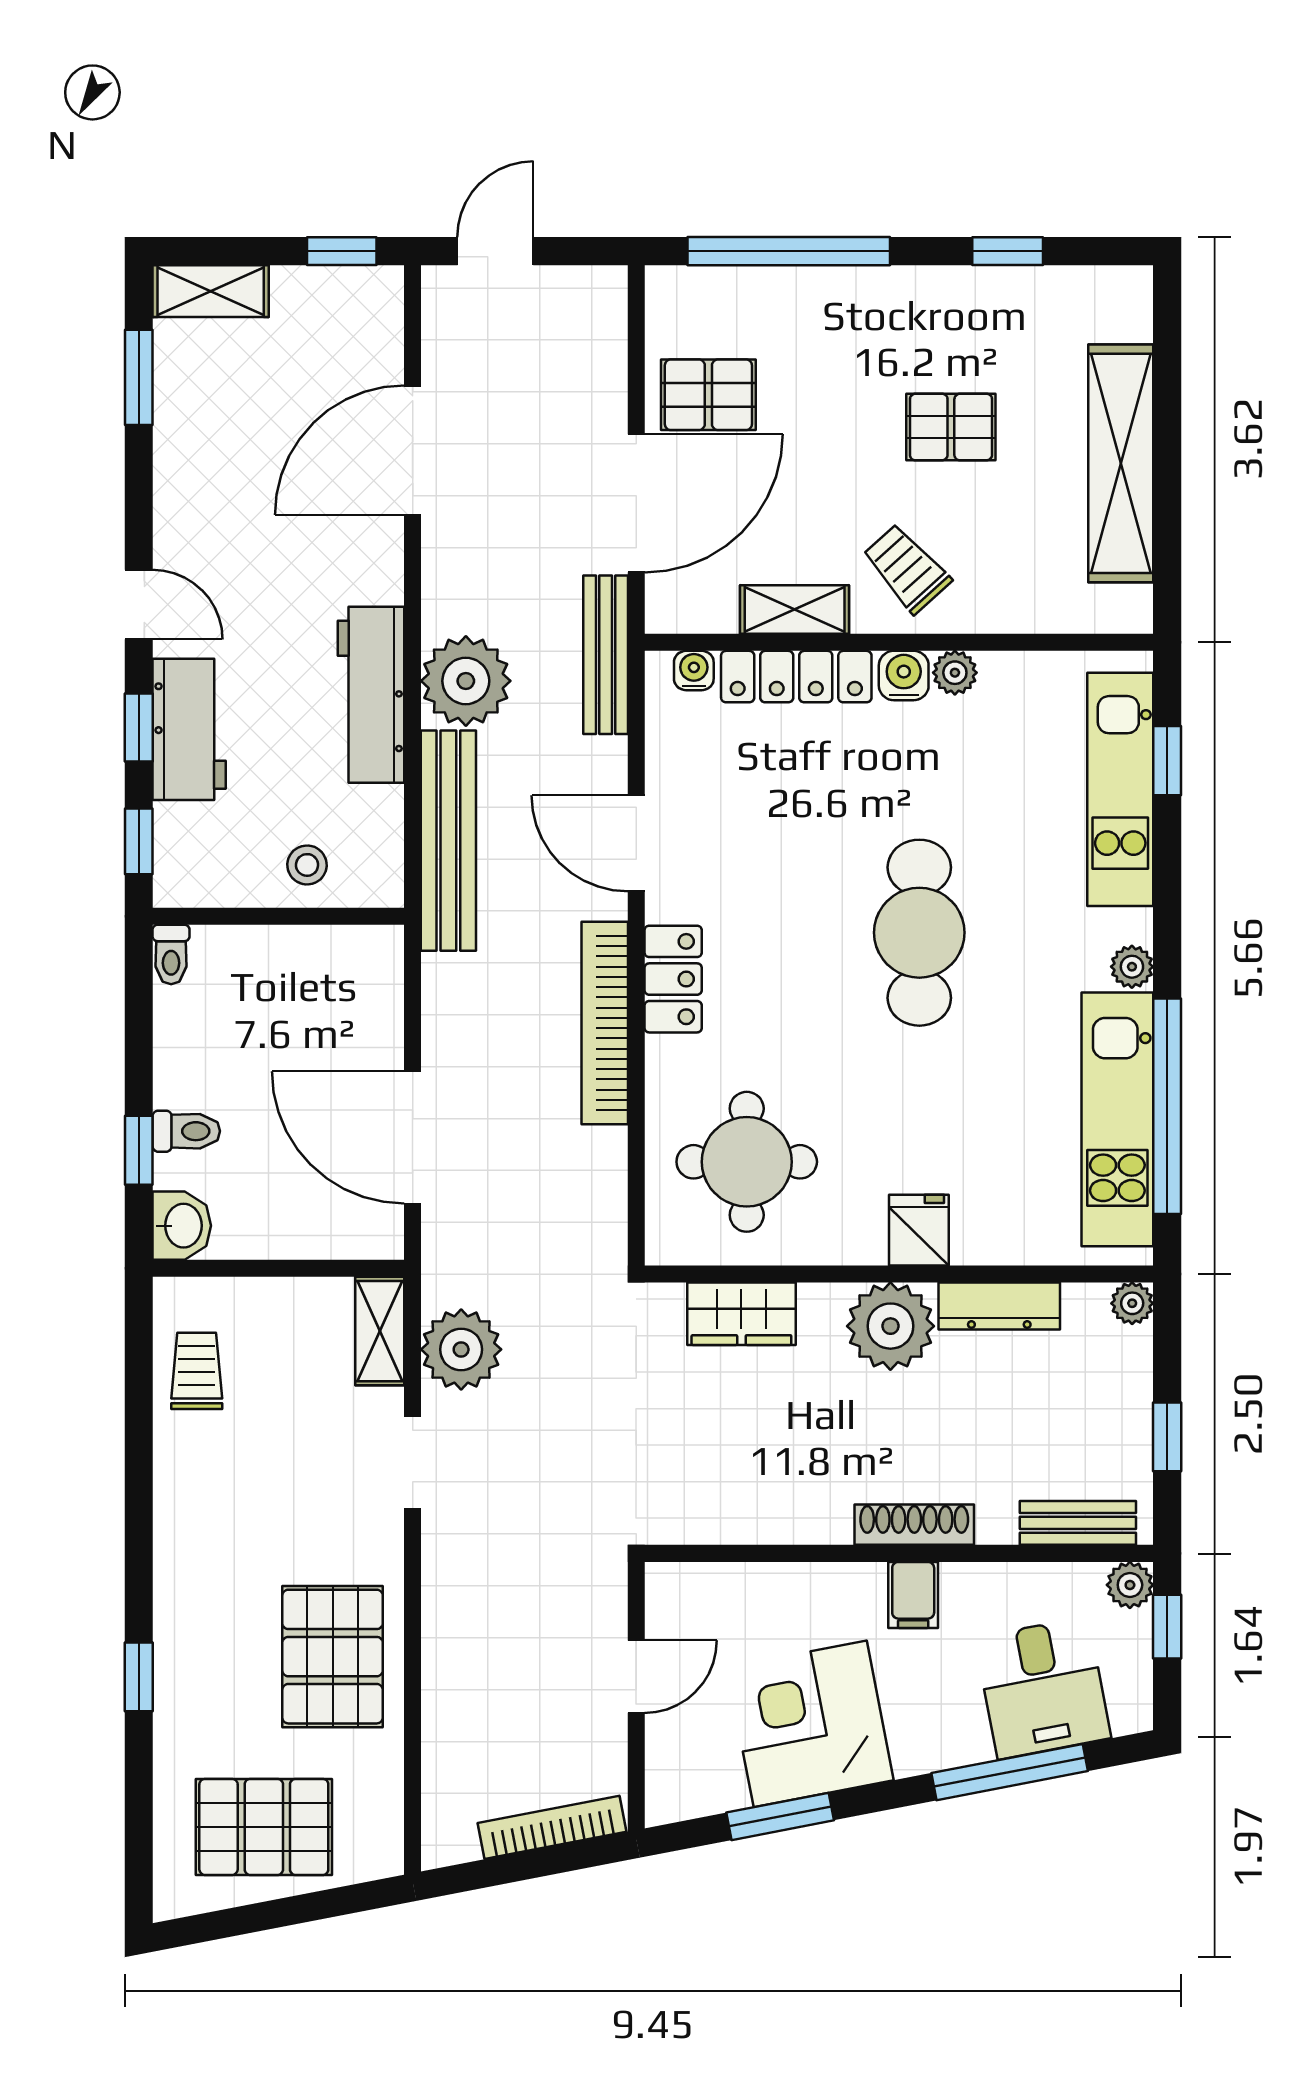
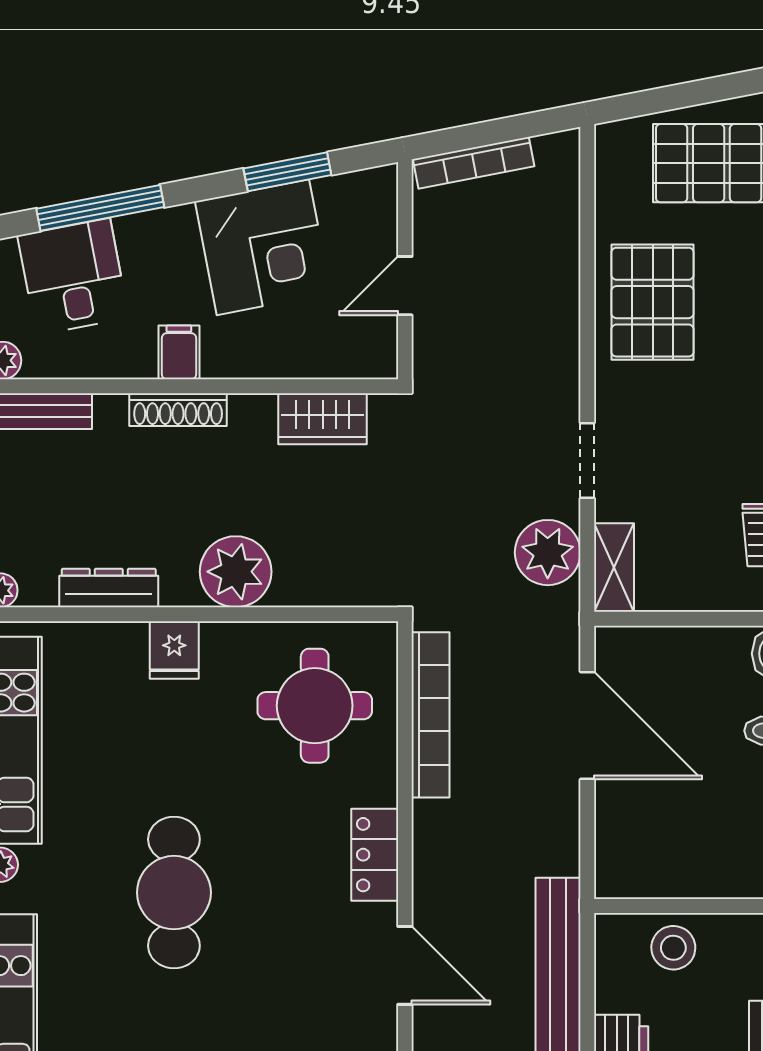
stool: (307, 865) -> (673, 948), width x1.37, depth x1.37
bookcase: (605, 1023) -> (431, 715), moved
wardrobe: (741, 1314) -> (323, 419), moved, turned 180
plant: (890, 1326) -> (236, 572), moved

